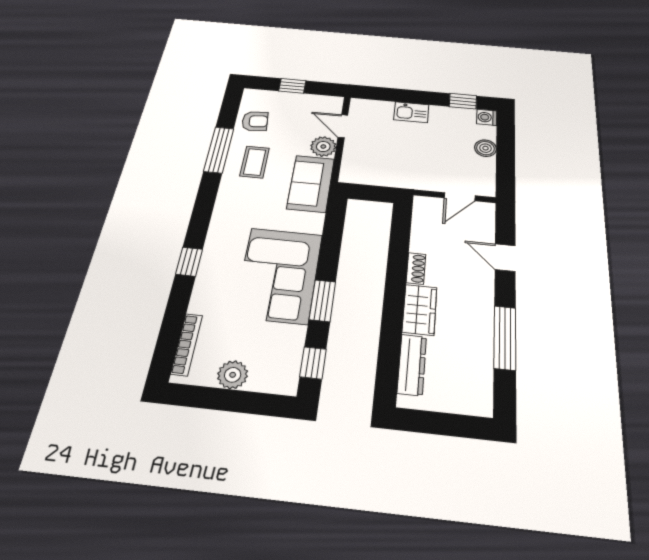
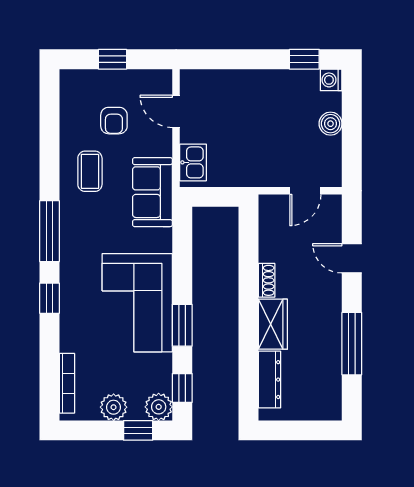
kitchen sink: (411, 112) -> (193, 162), moved, turned -90
armchair: (255, 121) -> (114, 121), moved, turned 95
plant: (323, 147) -> (159, 407), moved
window: (219, 150) -> (49, 231), moved
window: (255, 403) -> (138, 430), added

